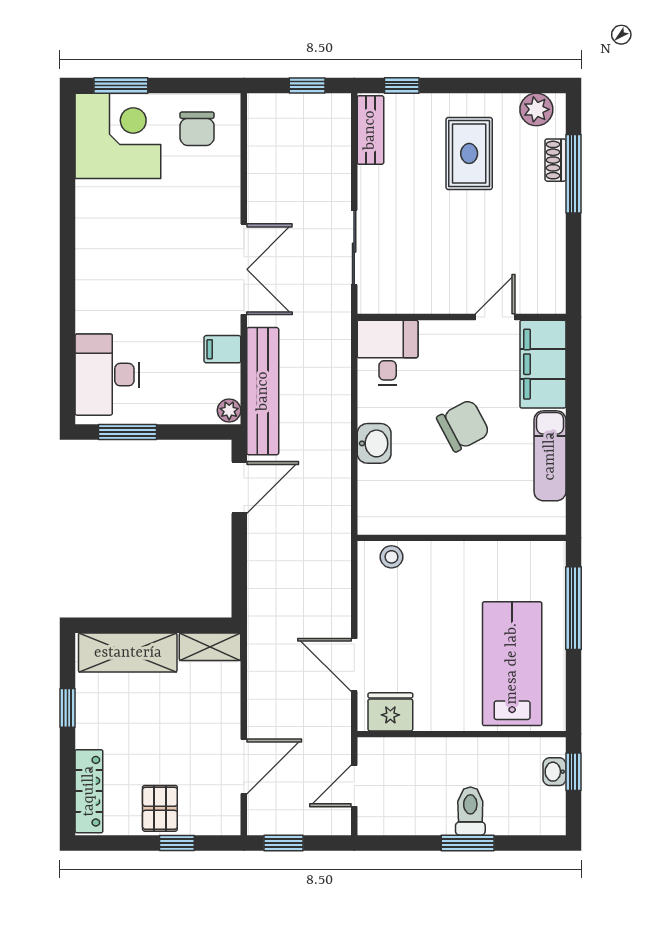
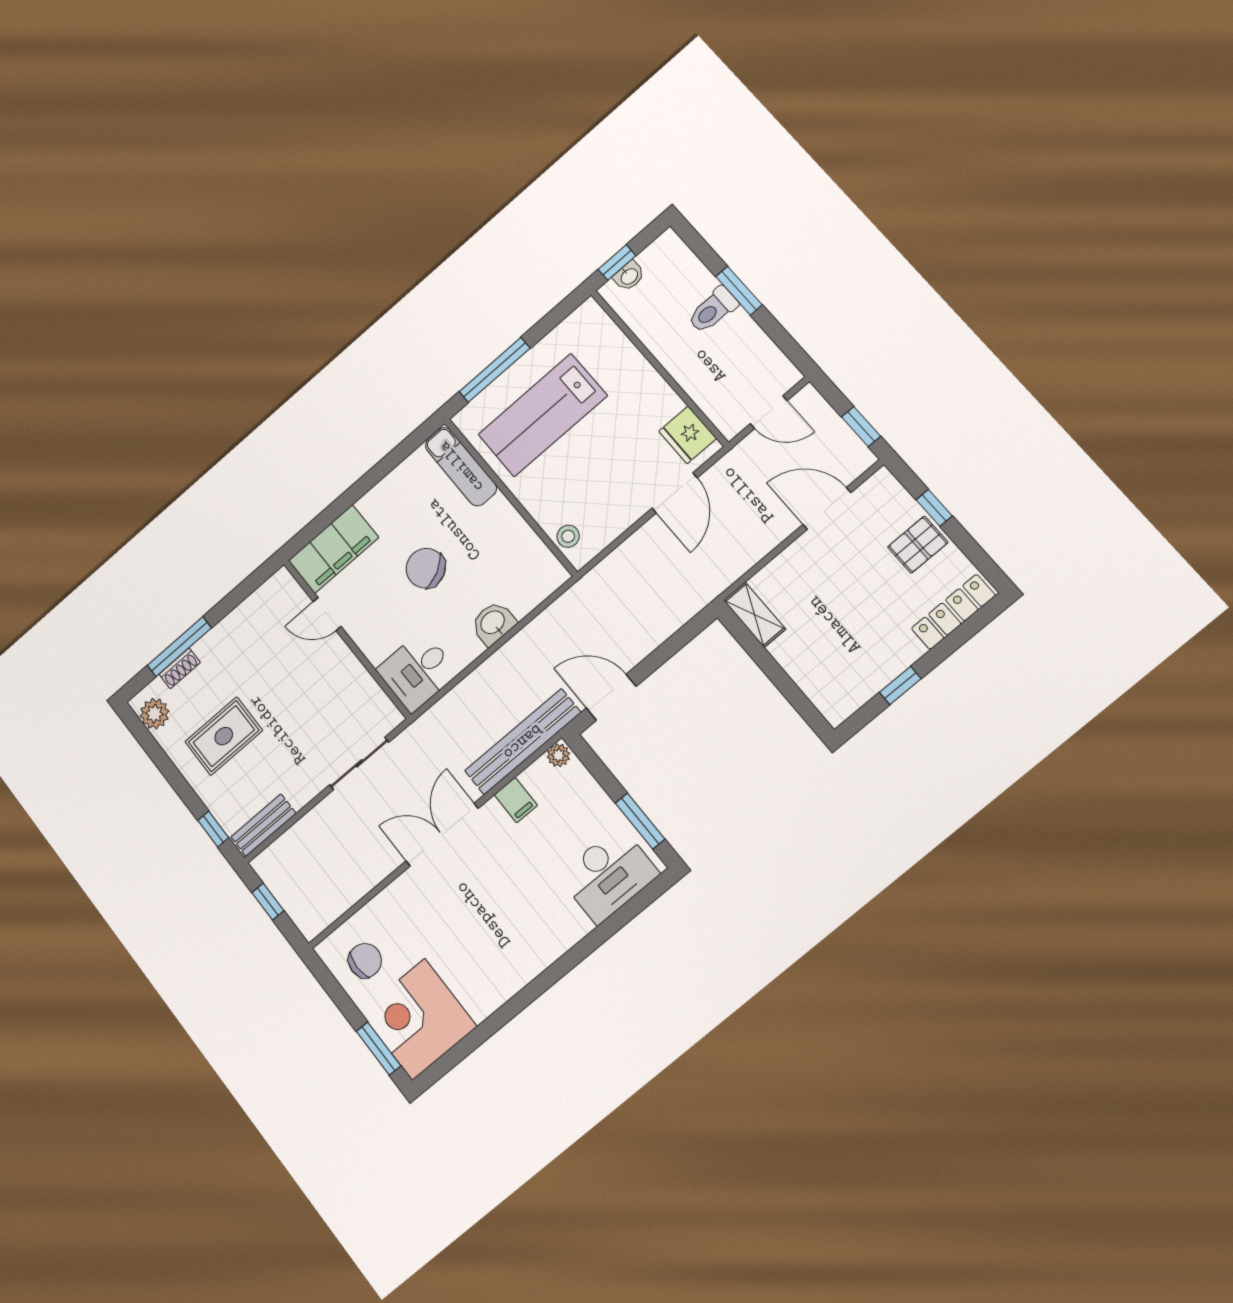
exam couch: (550, 456) -> (461, 467), moved, turned 90
shelving: (128, 653) -> (814, 675), removed
lab bench: (512, 664) -> (543, 415), moved

